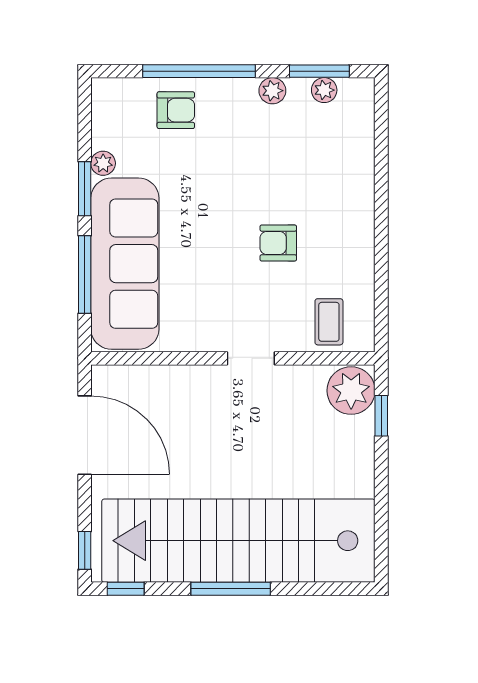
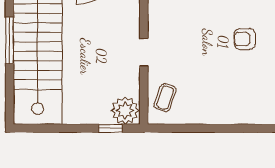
armchair: (278, 243) -> (245, 39), moved, turned -90
coffee table: (329, 322) -> (165, 98), turned -70

